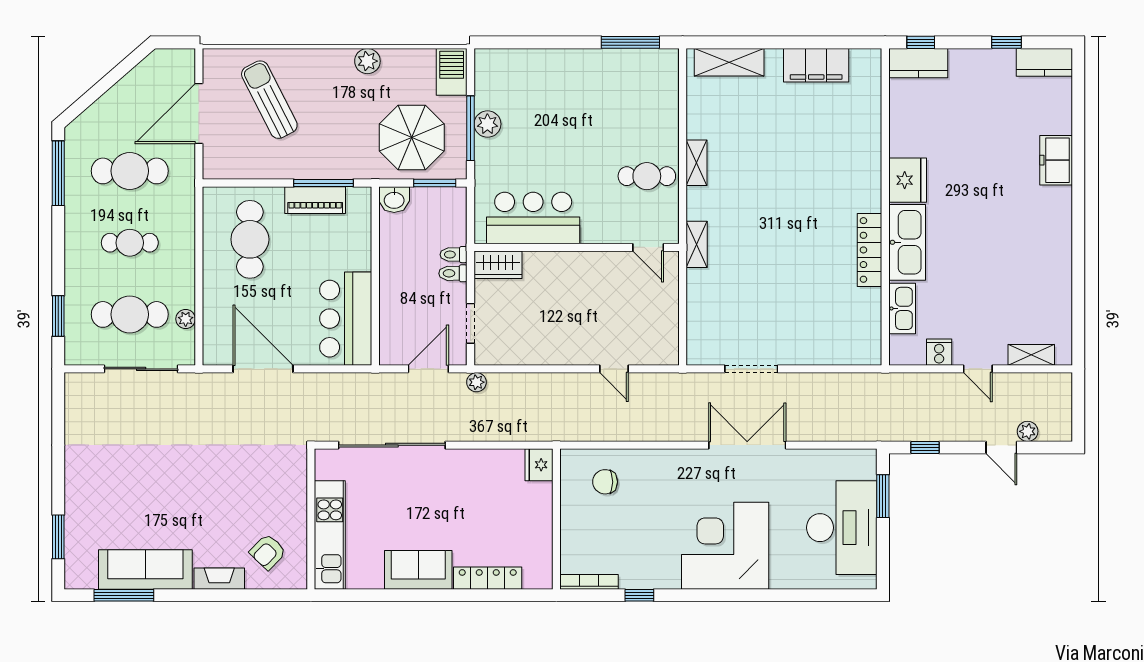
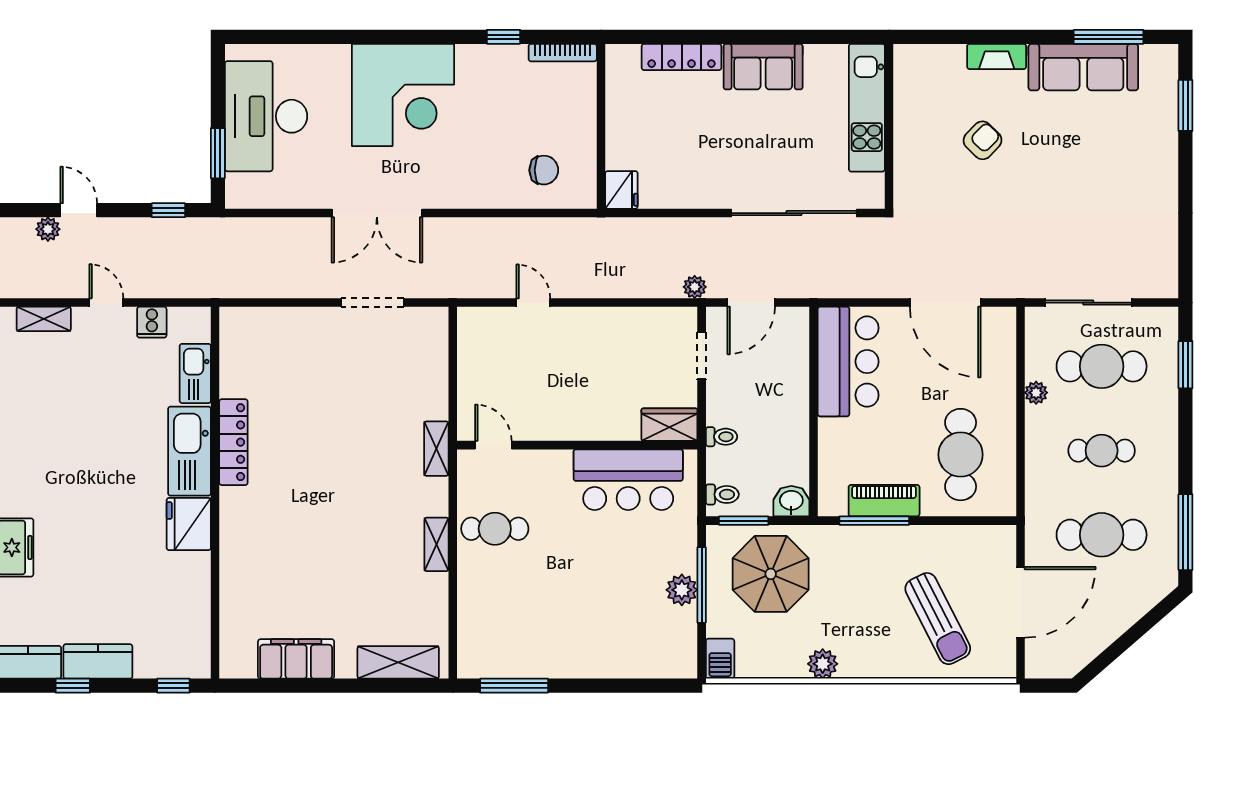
kitchen counter: (918, 63) -> (98, 661), moved
barbecue: (452, 72) -> (720, 659), width x0.73, depth x0.79
toilet: (453, 273) -> (722, 494), moved
plant: (186, 319) -> (1036, 393), moved
armchair: (268, 552) -> (983, 140), moved

